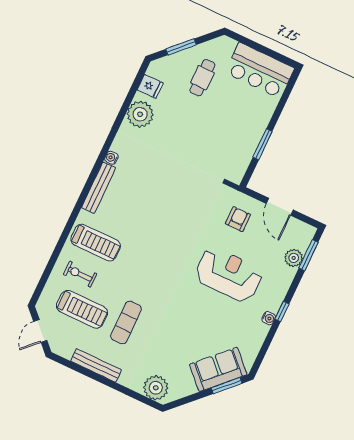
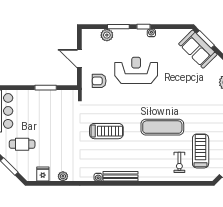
plant: (140, 114) -> (63, 176), width x0.53, depth x0.53
door: (280, 207) -> (79, 59), swing flipped
treadmill: (96, 243) -> (106, 131), moved, turned 90
window: (309, 255) -> (118, 27), moved
reception desk: (229, 275) -> (136, 70), turned 90
exercise mat: (126, 323) -> (162, 127), moved, width x1.36, depth x1.45

